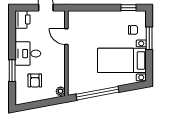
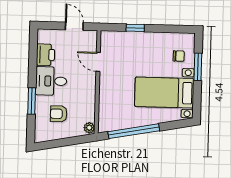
window: (128, 8) -> (135, 28), moved
printer: (23, 19) -> (45, 55), moved
armchair: (35, 81) -> (59, 114), turned 90

